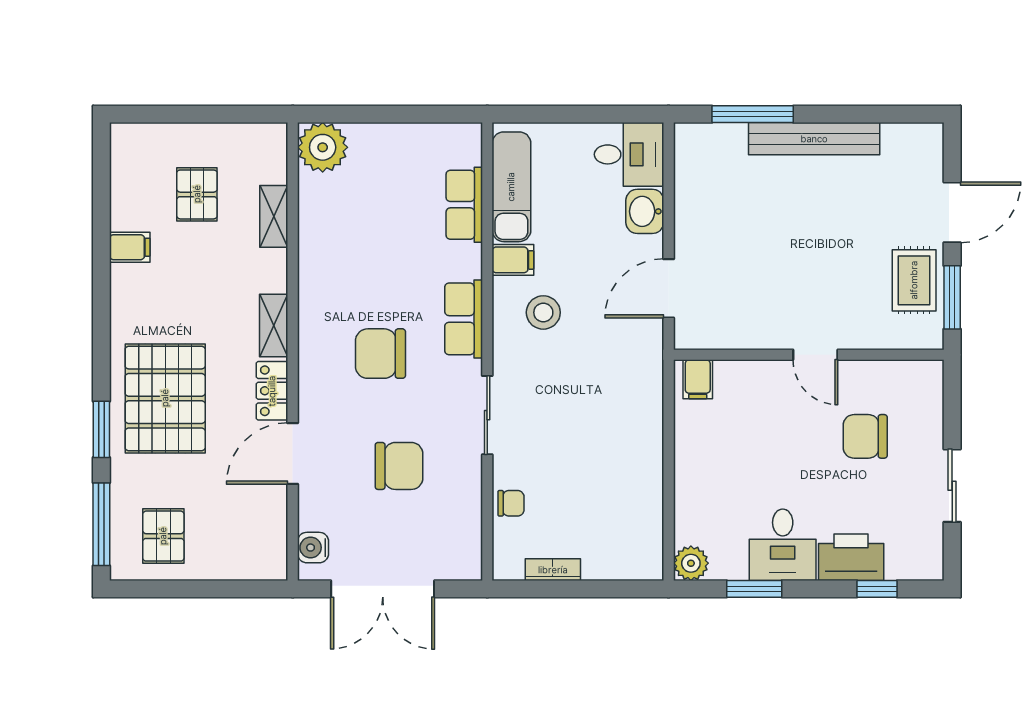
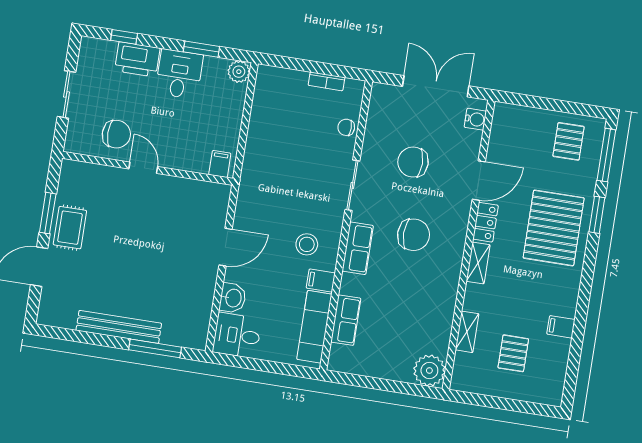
wall: (809, 355) -> (147, 168), moved
door: (815, 355) -> (143, 168), moved
filing cabinet: (698, 379) -> (220, 164), moved

